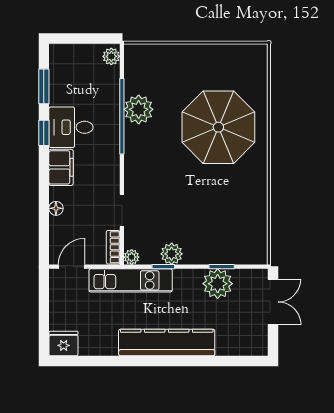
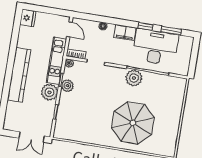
plant: (111, 56) -> (182, 70), removed
plant: (139, 109) -> (134, 78), moved
desk: (71, 127) -> (155, 47), width x1.87, depth x1.30
plant: (218, 284) -> (49, 92), moved

